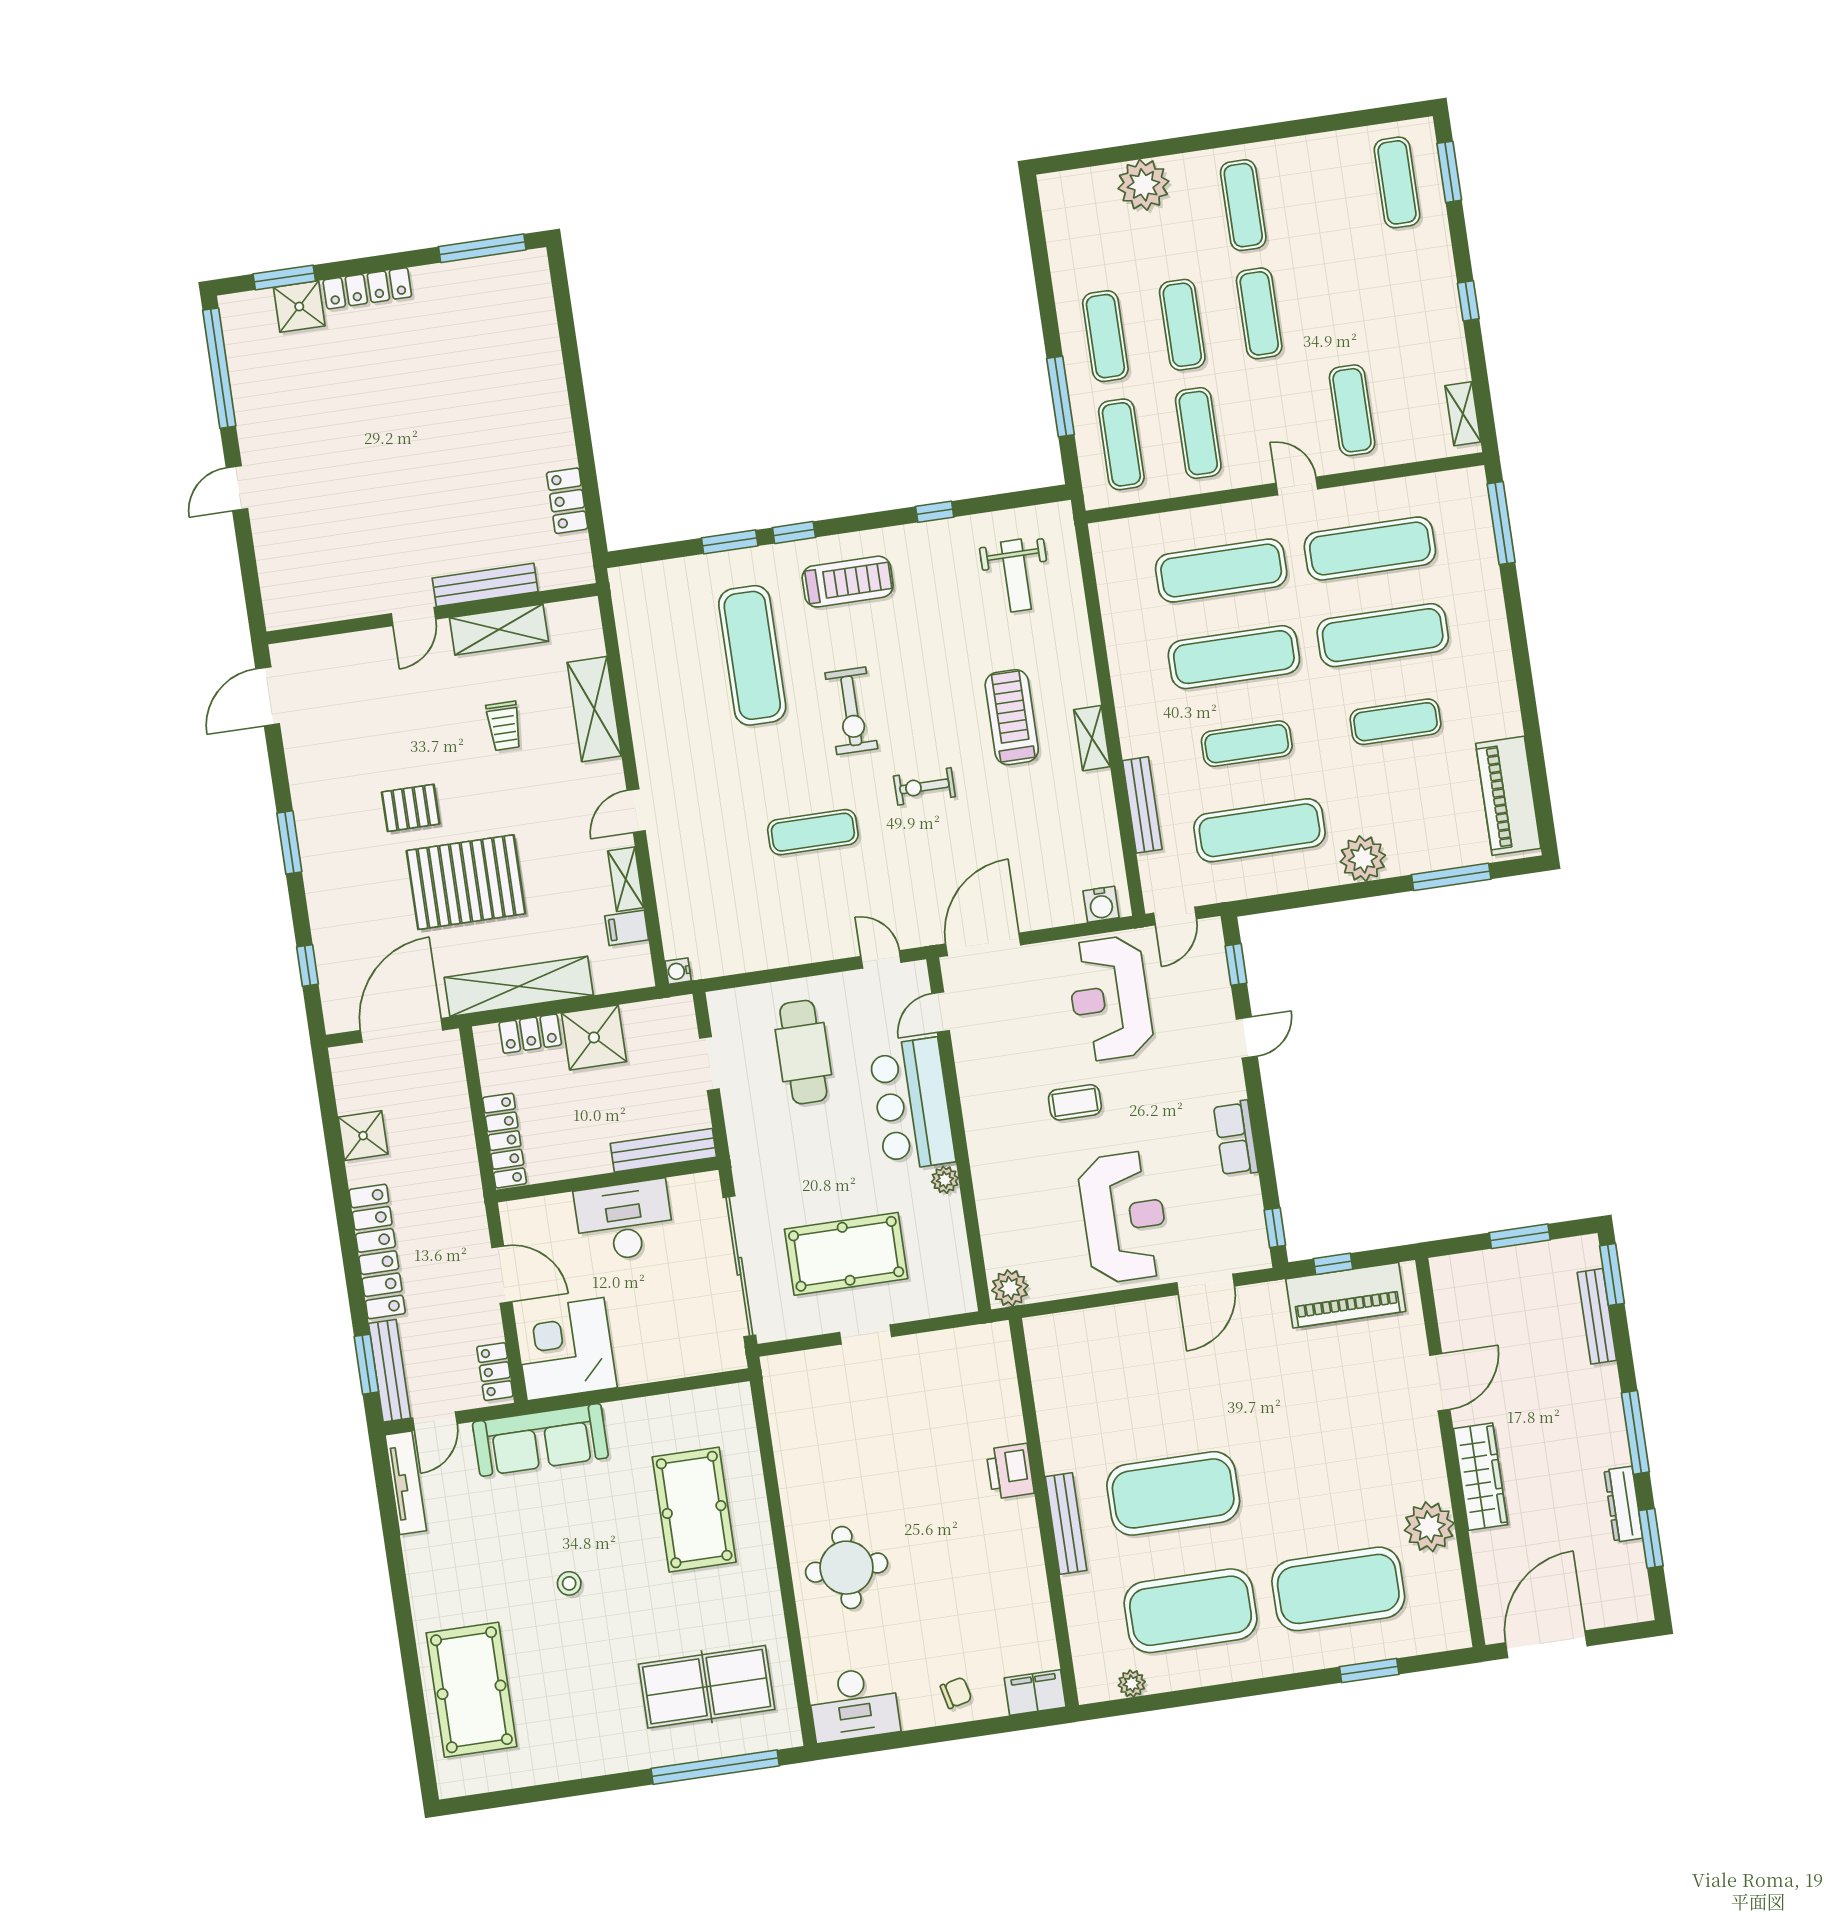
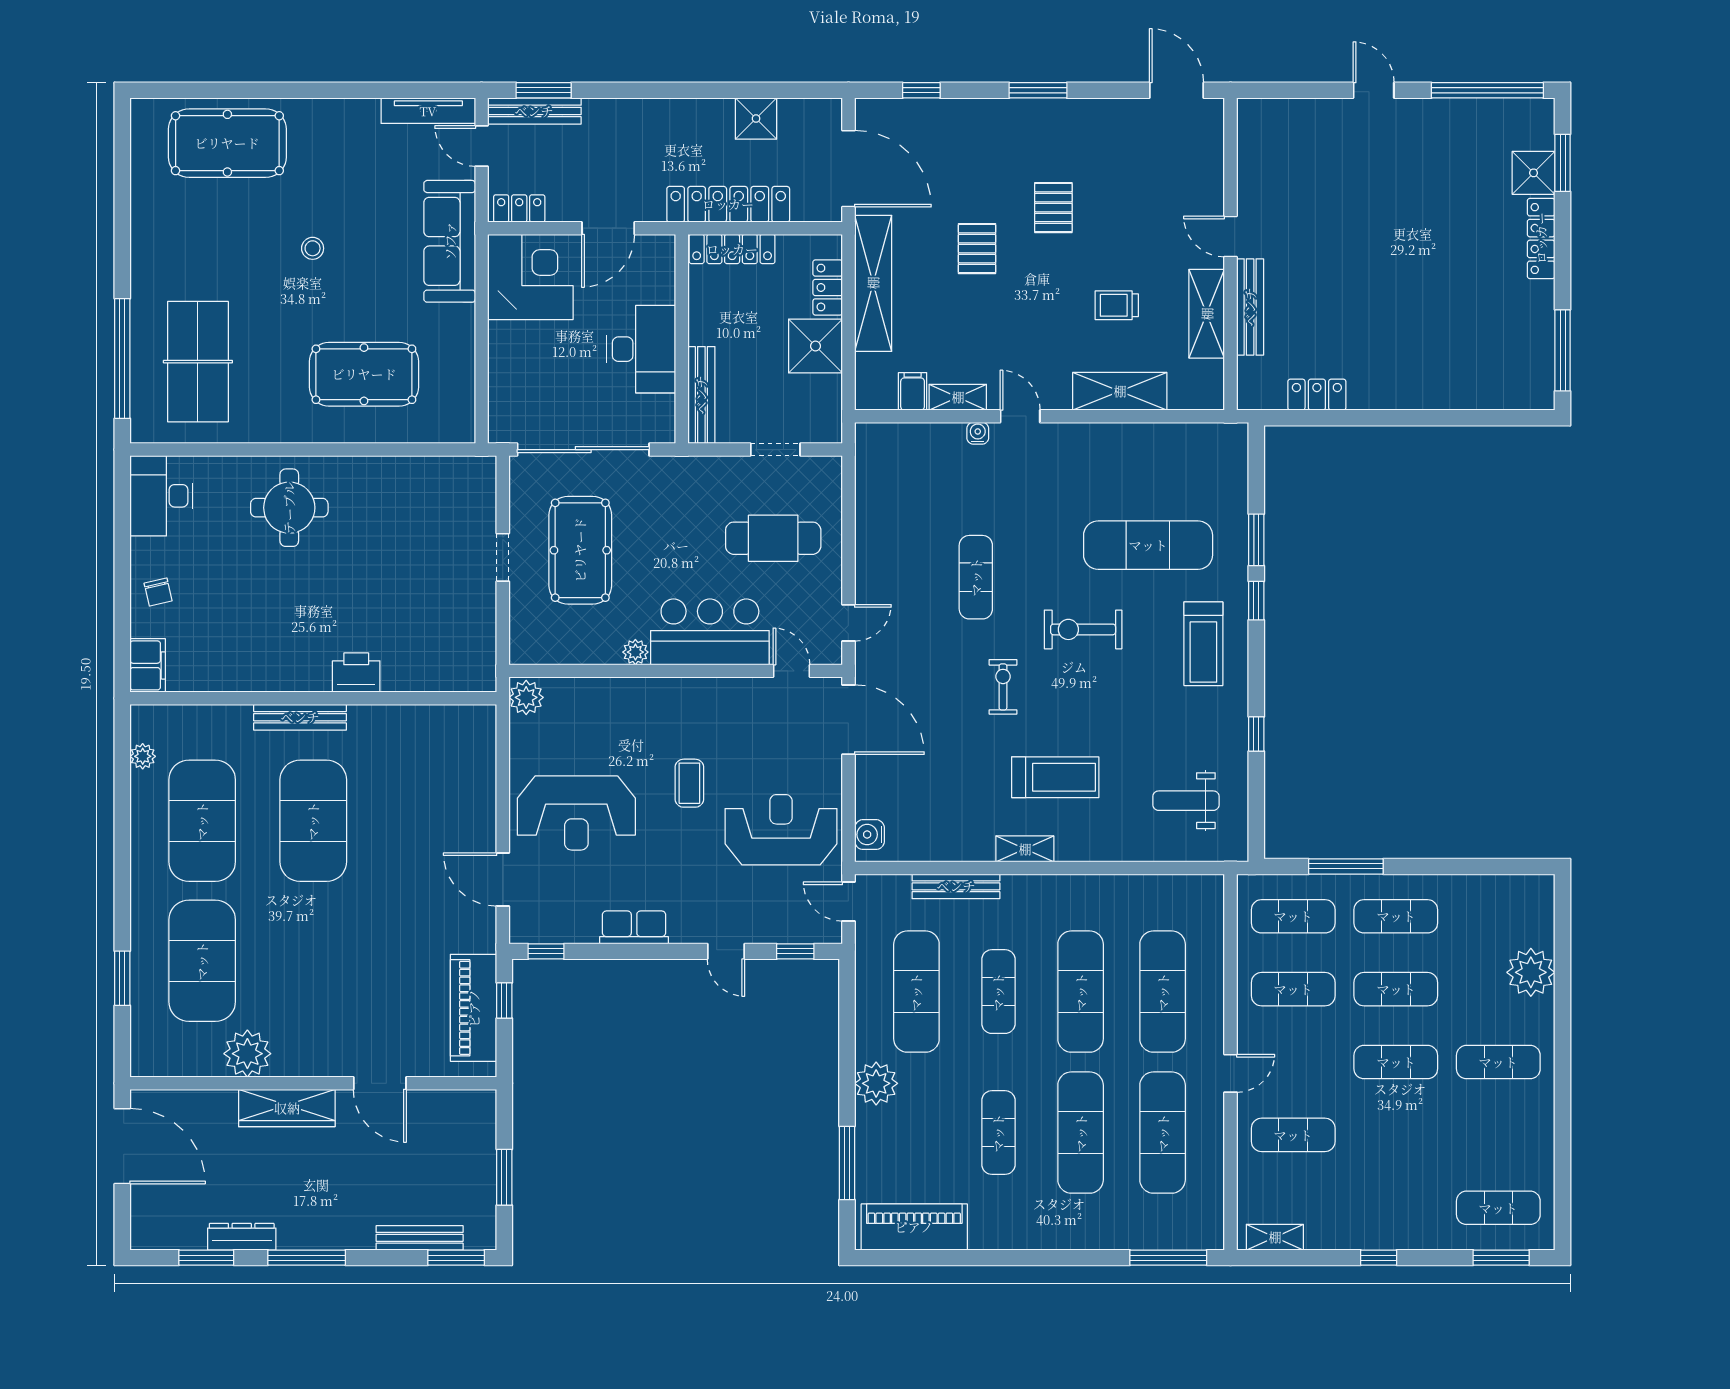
pallet: (466, 882) -> (977, 249), width x0.49, depth x0.50
water cooler: (678, 971) -> (978, 433), moved
locker: (377, 1252) -> (728, 204), moved, turned 180

